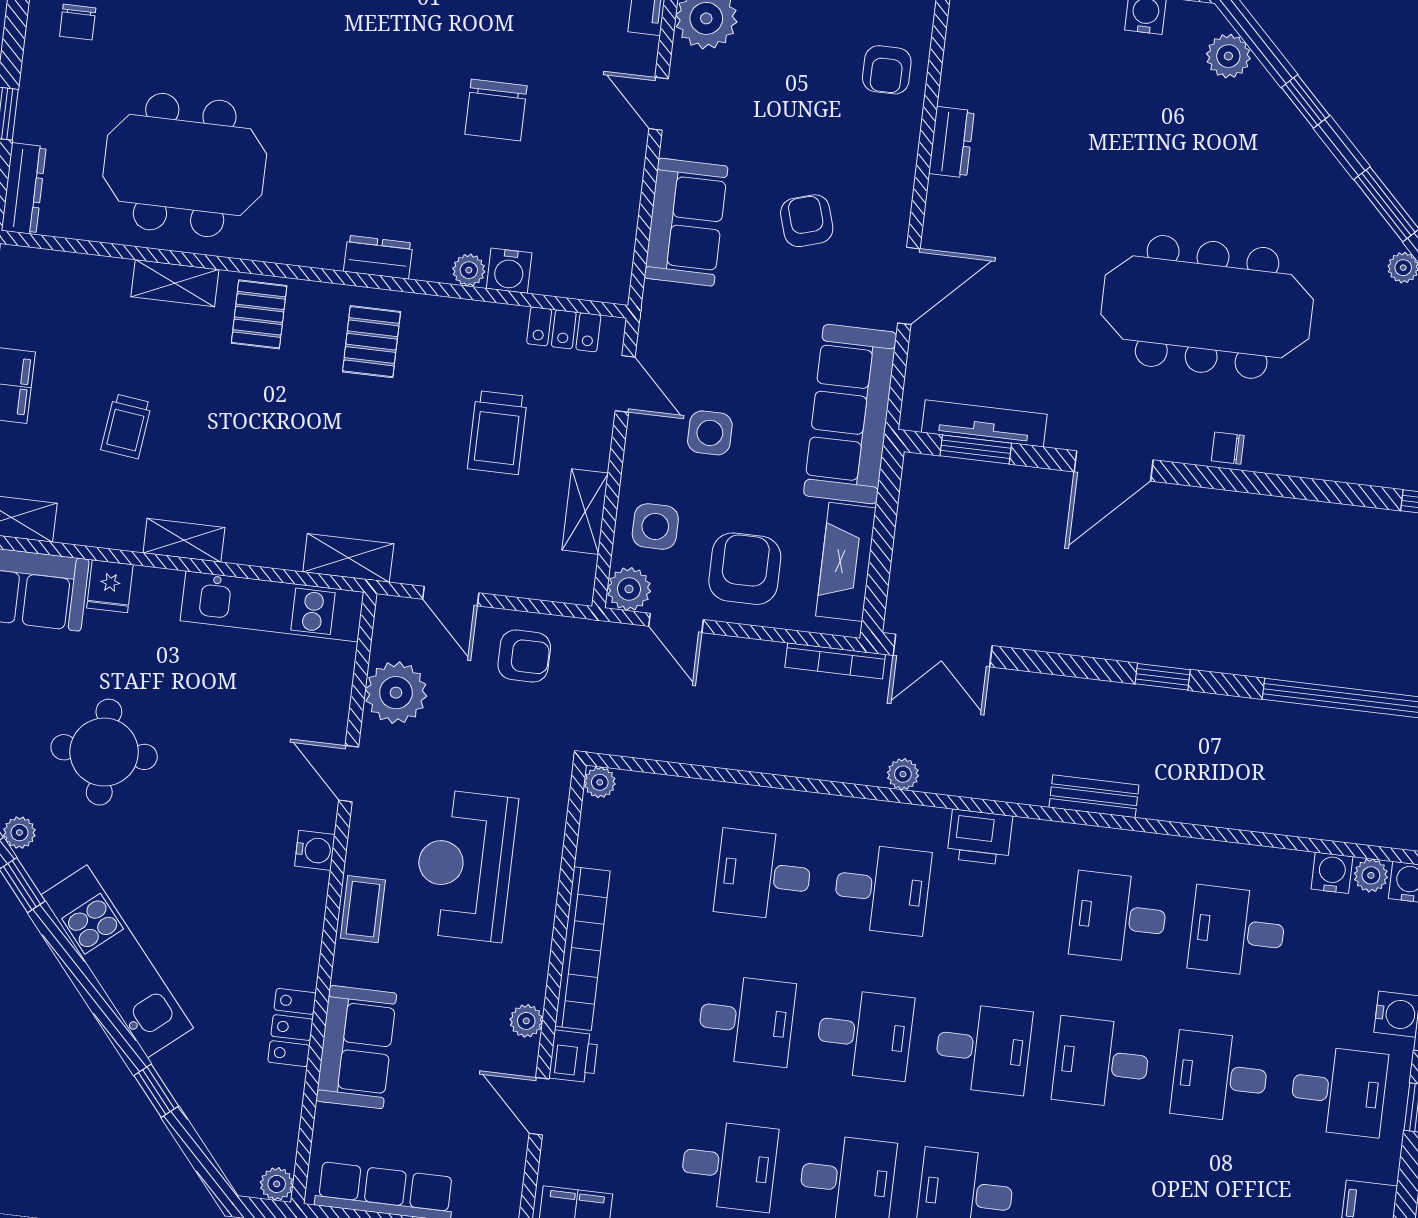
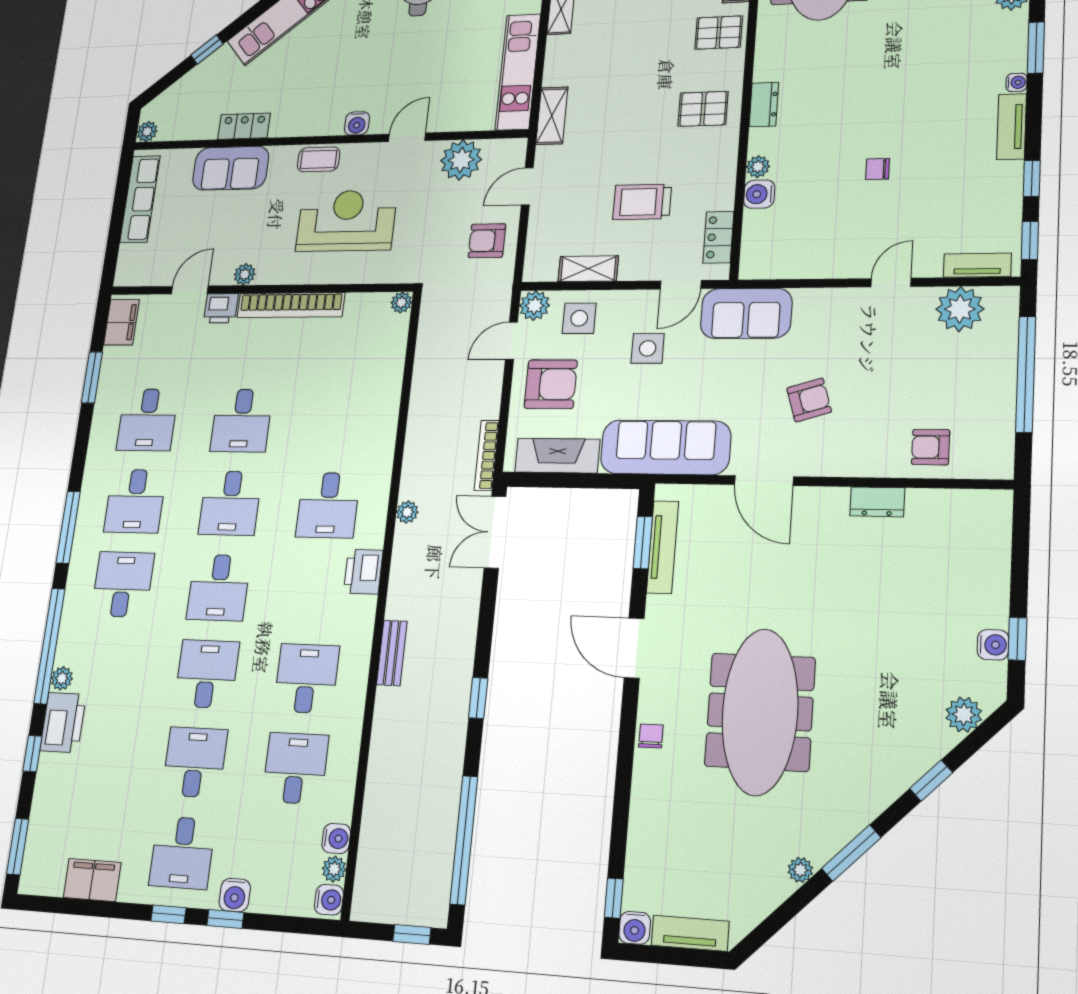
chair: (496, 110) -> (878, 169), width x0.54, depth x0.54
sofa: (686, 222) -> (746, 313), moved
armchair: (524, 656) -> (487, 241), turned 90
desk: (763, 875) -> (338, 421), removed

